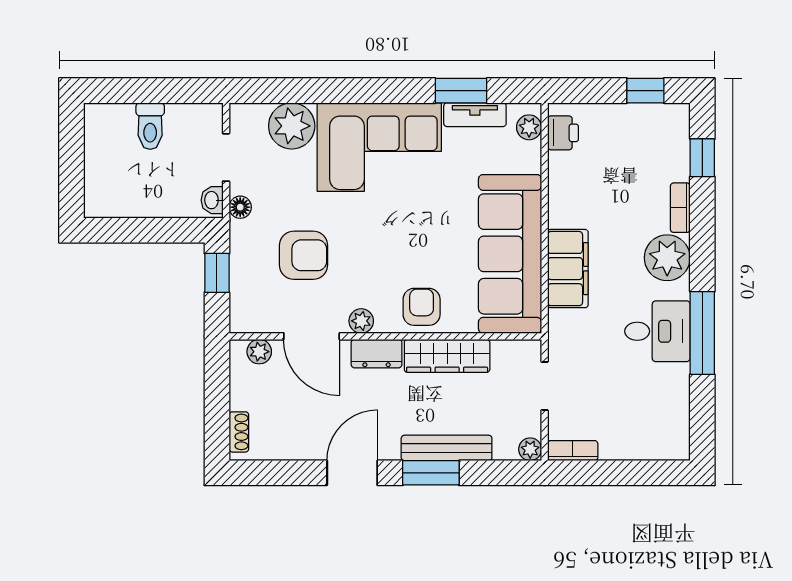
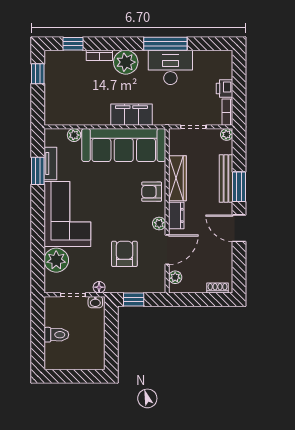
plant: (529, 127) -> (74, 135), moved
printer: (563, 133) -> (225, 89), moved, turned -90
desk: (657, 331) -> (170, 67), width x1.37

